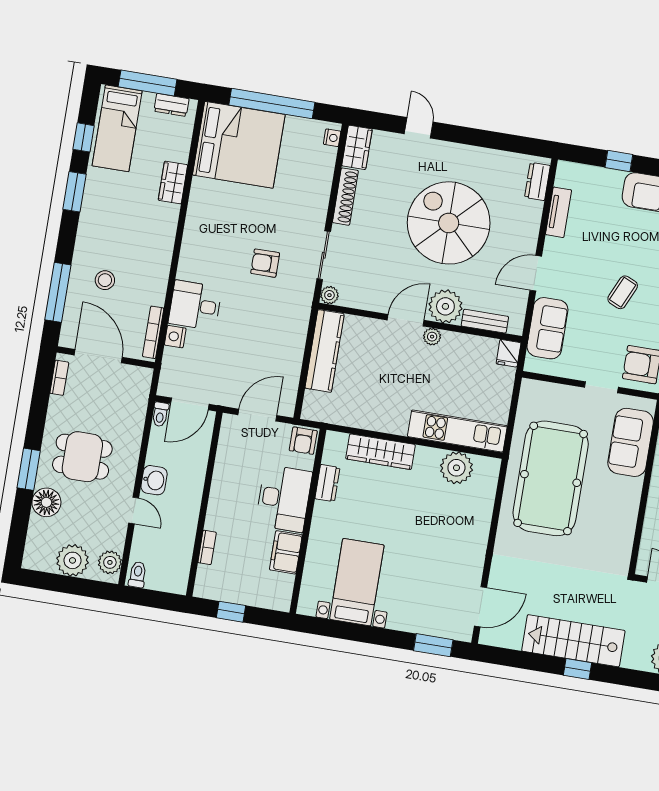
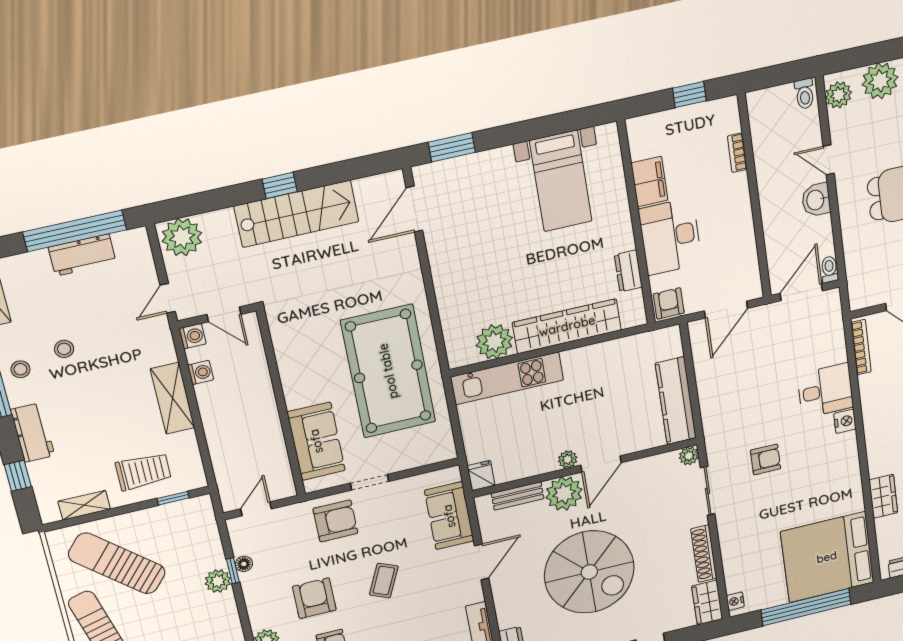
nightstand: (175, 337) -> (845, 421), moved
wardrobe: (380, 452) -> (567, 326), width x1.40, depth x1.17

